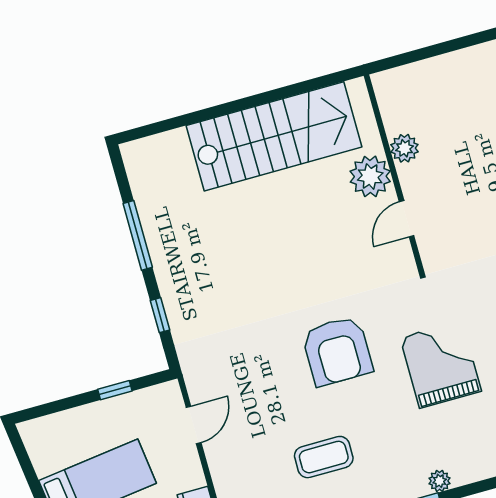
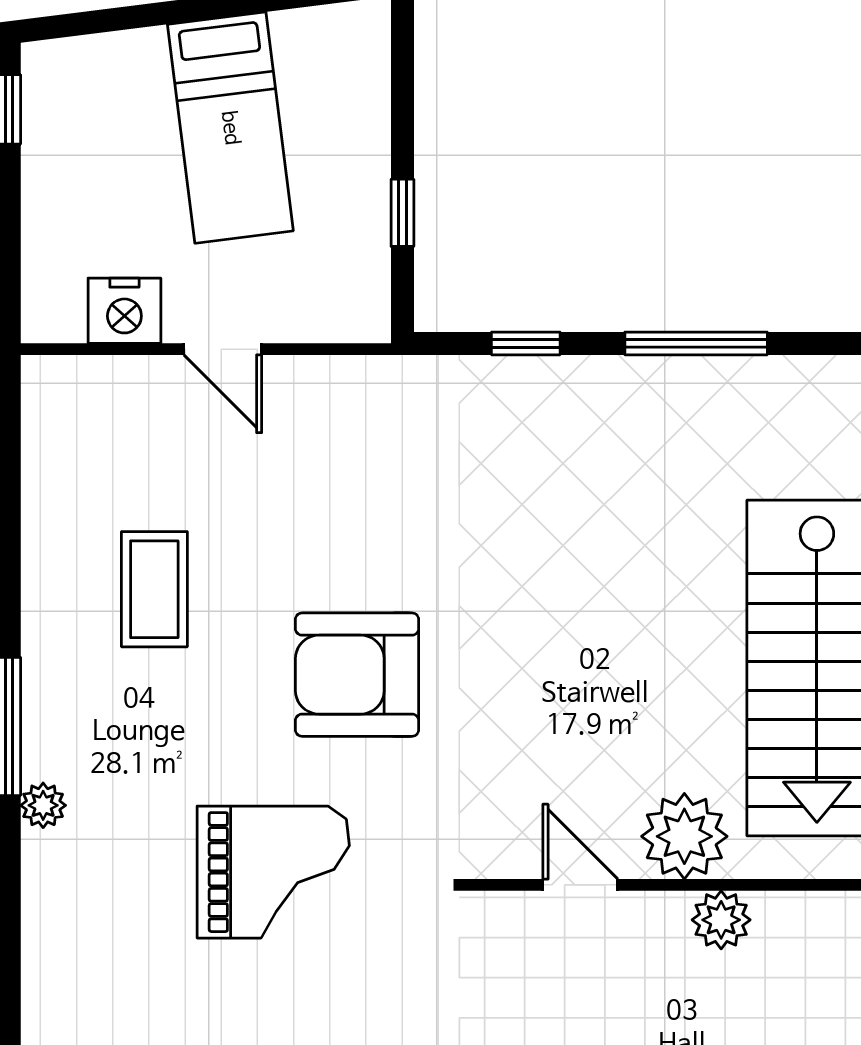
door: (194, 425) -> (223, 349), moved

